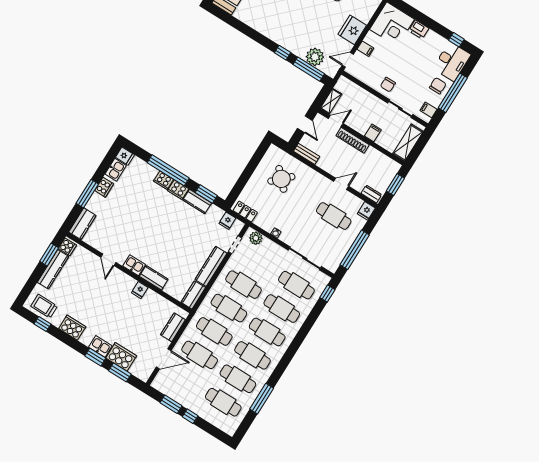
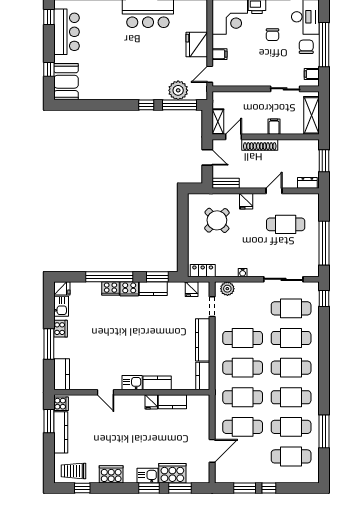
chair: (388, 85) -> (272, 35), moved
fridge: (366, 211) -> (246, 201), moved
kitchen counter: (173, 327) -> (172, 402), moved, turned -90

